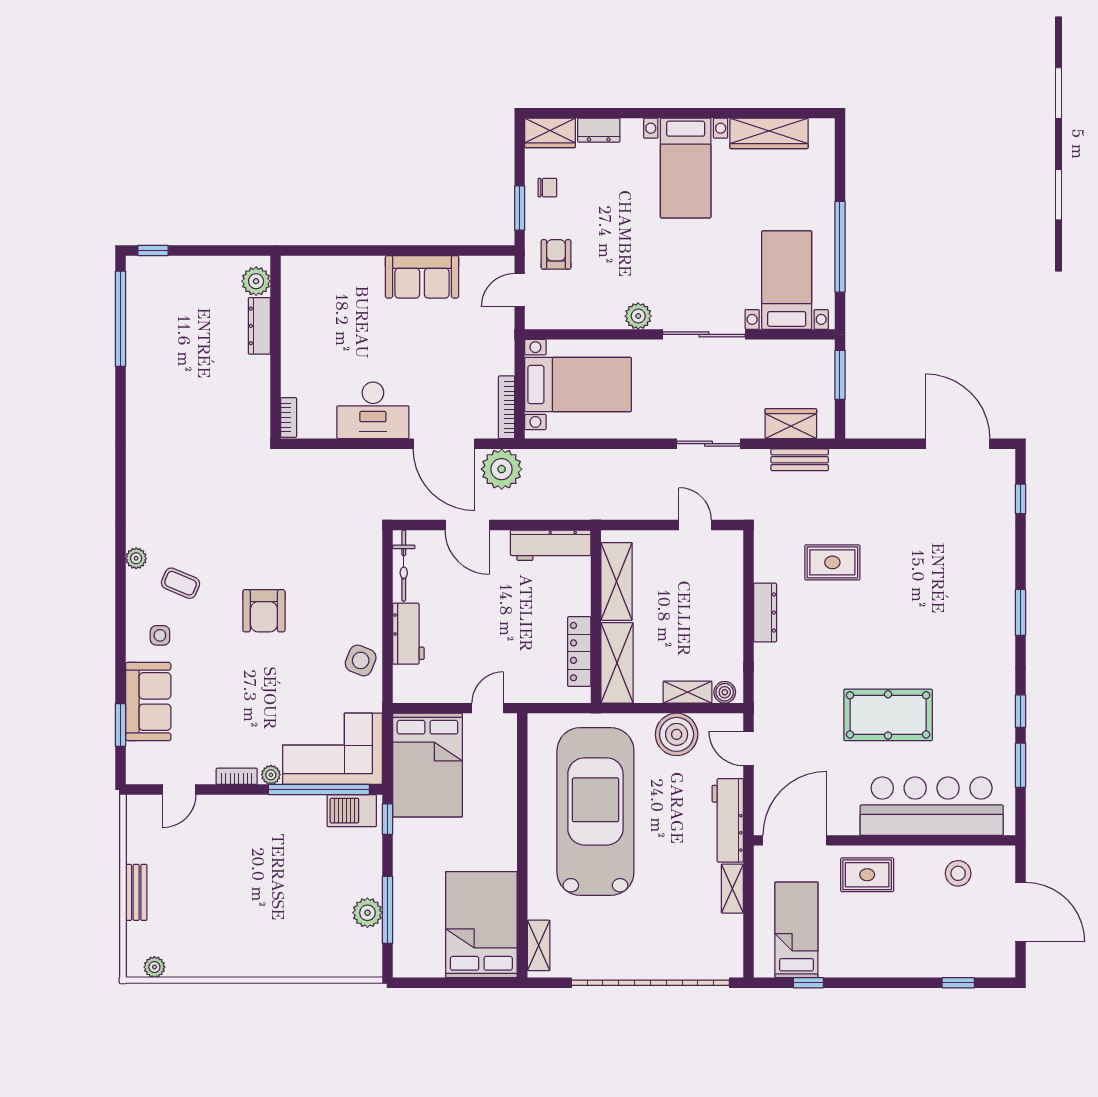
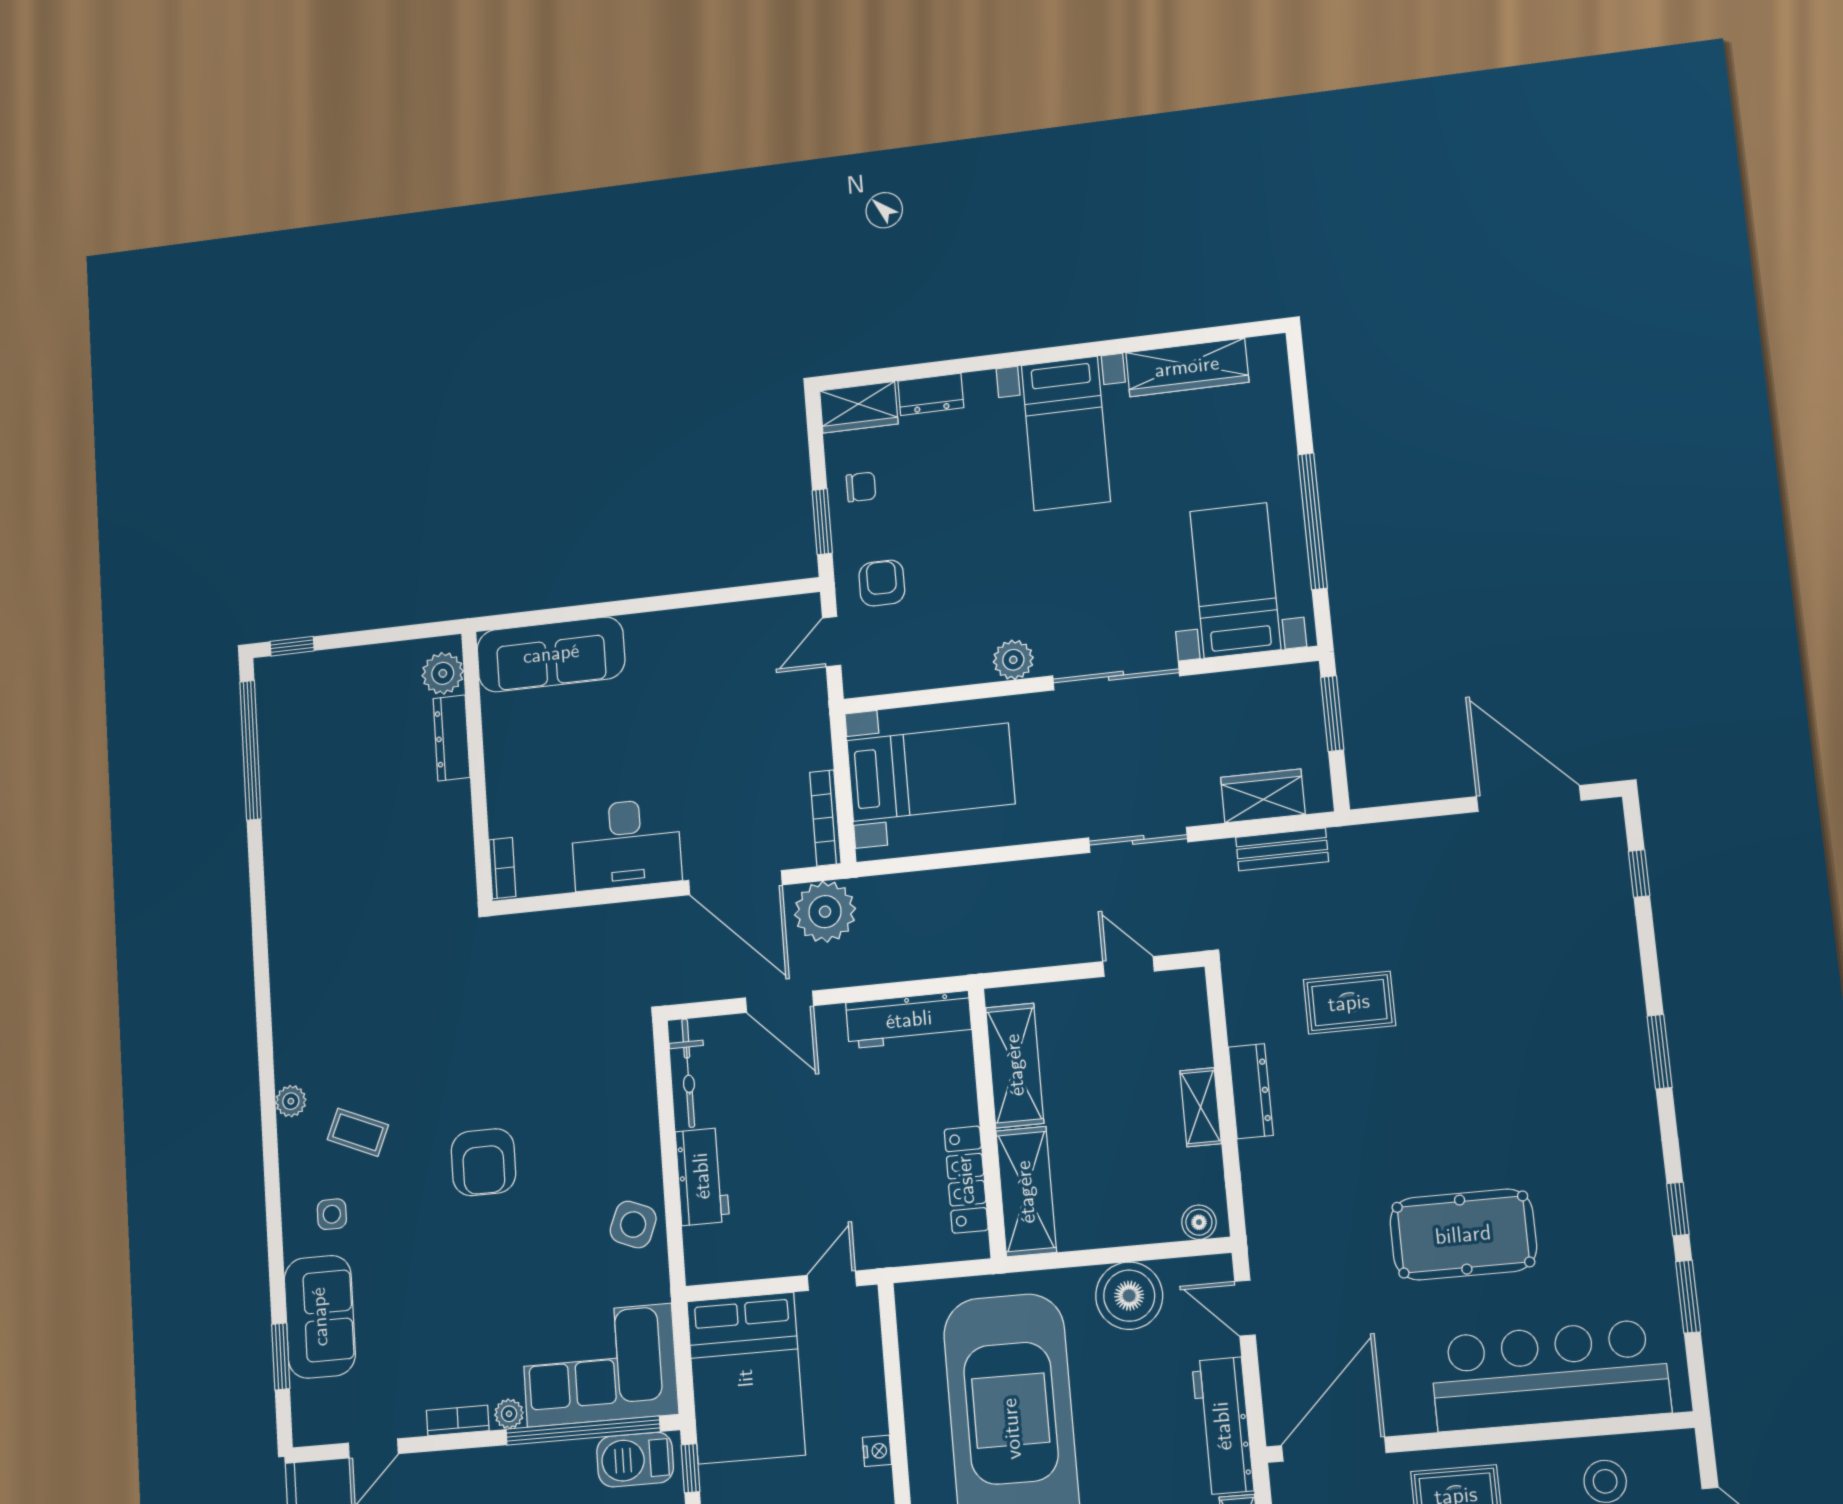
sofa: (422, 277) -> (551, 654), moved, width x1.36
shelving: (688, 692) -> (1201, 1107), moved, turned 90
nightstand: (508, 818) -> (877, 1451), added

